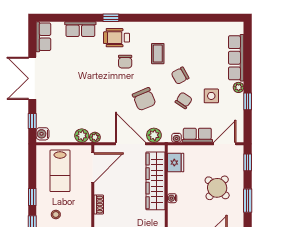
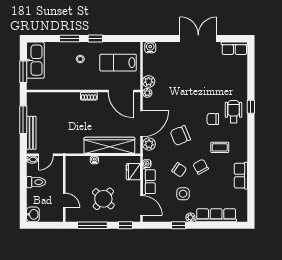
row of seats: (80, 29) -> (241, 176), moved
window: (32, 121) -> (161, 39), removed
fridge: (176, 163) -> (133, 172), moved, turned 90
window: (248, 201) -> (92, 225), width x1.44

